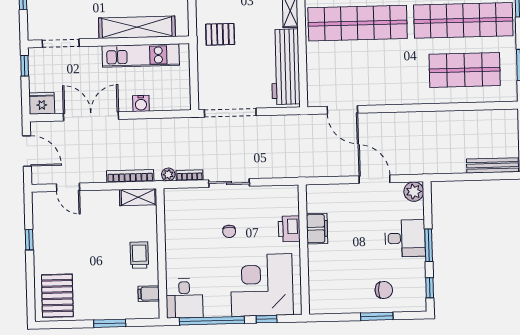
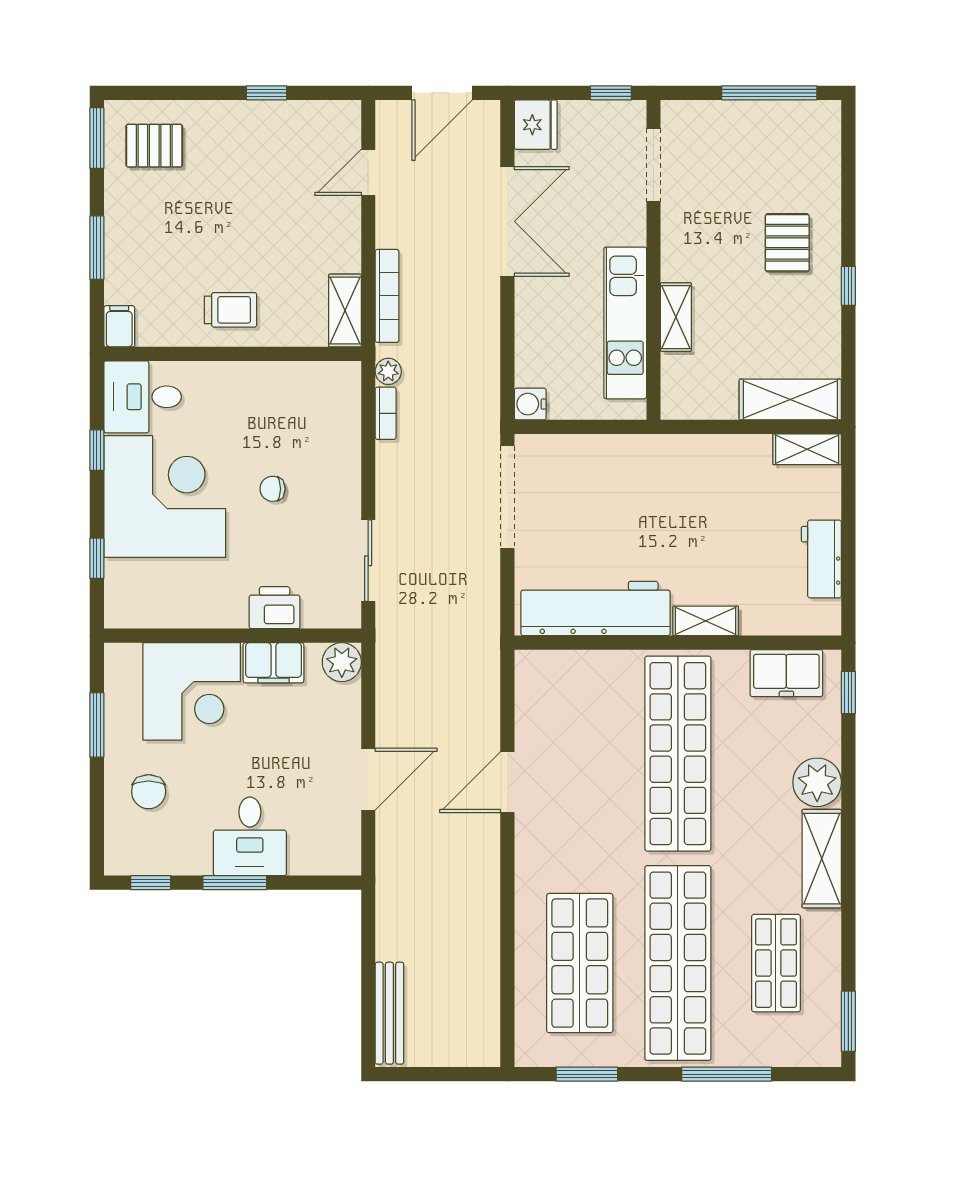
shelving: (137, 27) -> (676, 317), width x0.45, depth x0.75
pallet: (220, 34) -> (663, 481), removed
water cooler: (141, 103) -> (530, 404), moved
door: (342, 110) -> (507, 782), moved
sliding door: (229, 183) -> (368, 561), moved
plant: (414, 192) -> (342, 662), moved
corner desk: (333, 270) -> (192, 691), added
corner desk: (262, 285) -> (165, 497), moved
filing cabinet: (149, 294) -> (119, 326), moved
pallet: (57, 296) -> (154, 146), width x0.67, depth x0.71
window: (377, 316) -> (97, 725), moved
window: (212, 321) -> (97, 450), width x0.32
window: (54, 325) -> (97, 138), added

